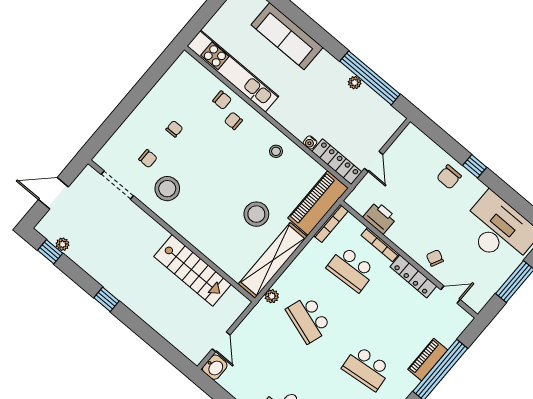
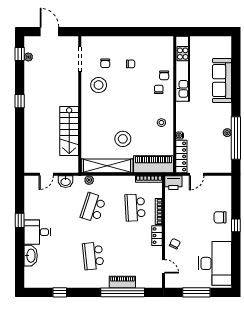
printer: (380, 218) -> (173, 183), moved, turned 90
locker: (413, 276) -> (157, 236), width x0.66
washbasin: (215, 367) -> (66, 182), moved

